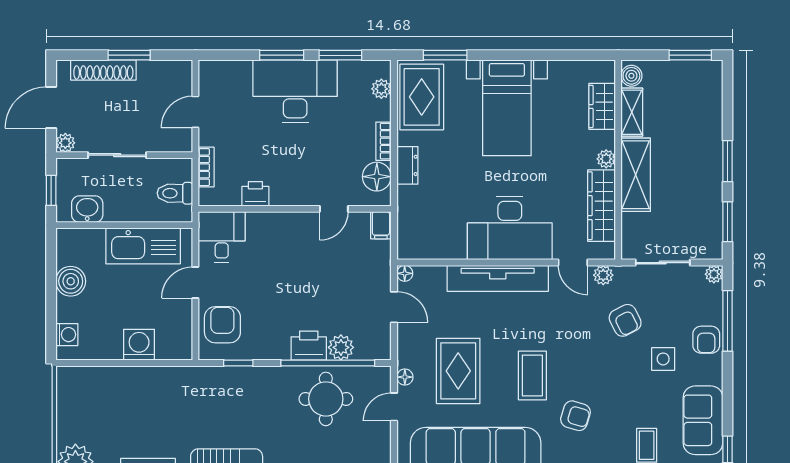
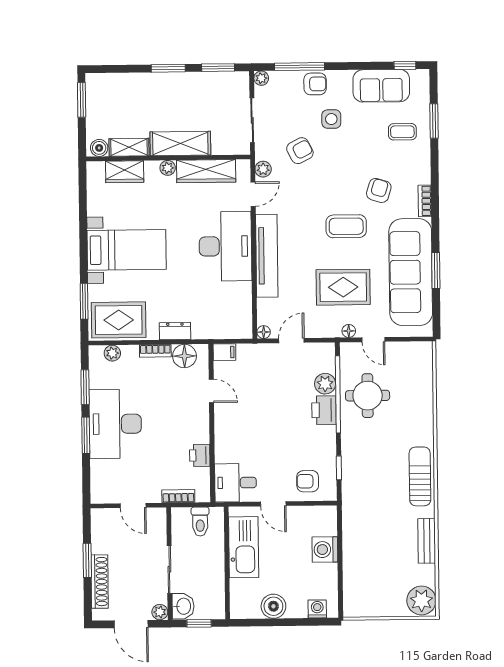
washbasin: (87, 209) -> (183, 606), moved, turned 180
armchair: (222, 325) -> (308, 481), width x0.72, depth x0.72

